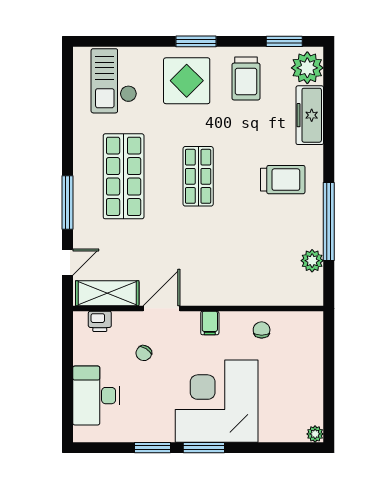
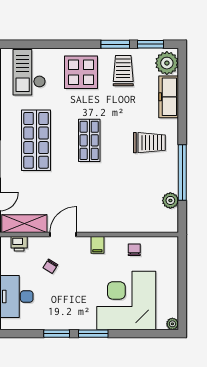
window: (196, 41) -> (115, 44), moved
trolley: (246, 79) -> (123, 71), turned 180
corner desk: (217, 401) -> (126, 300), moved

